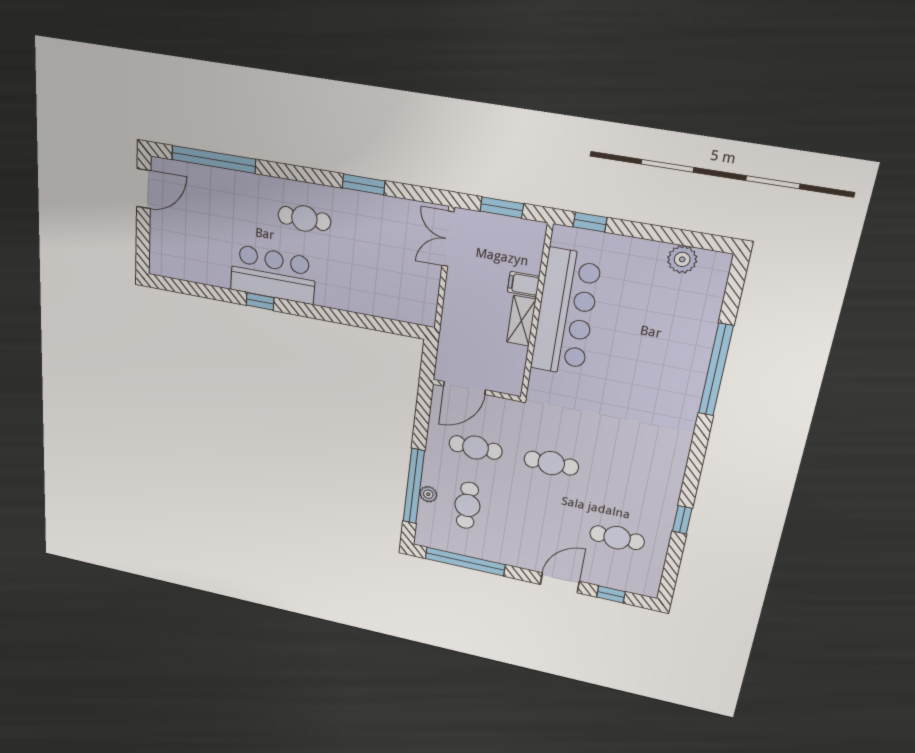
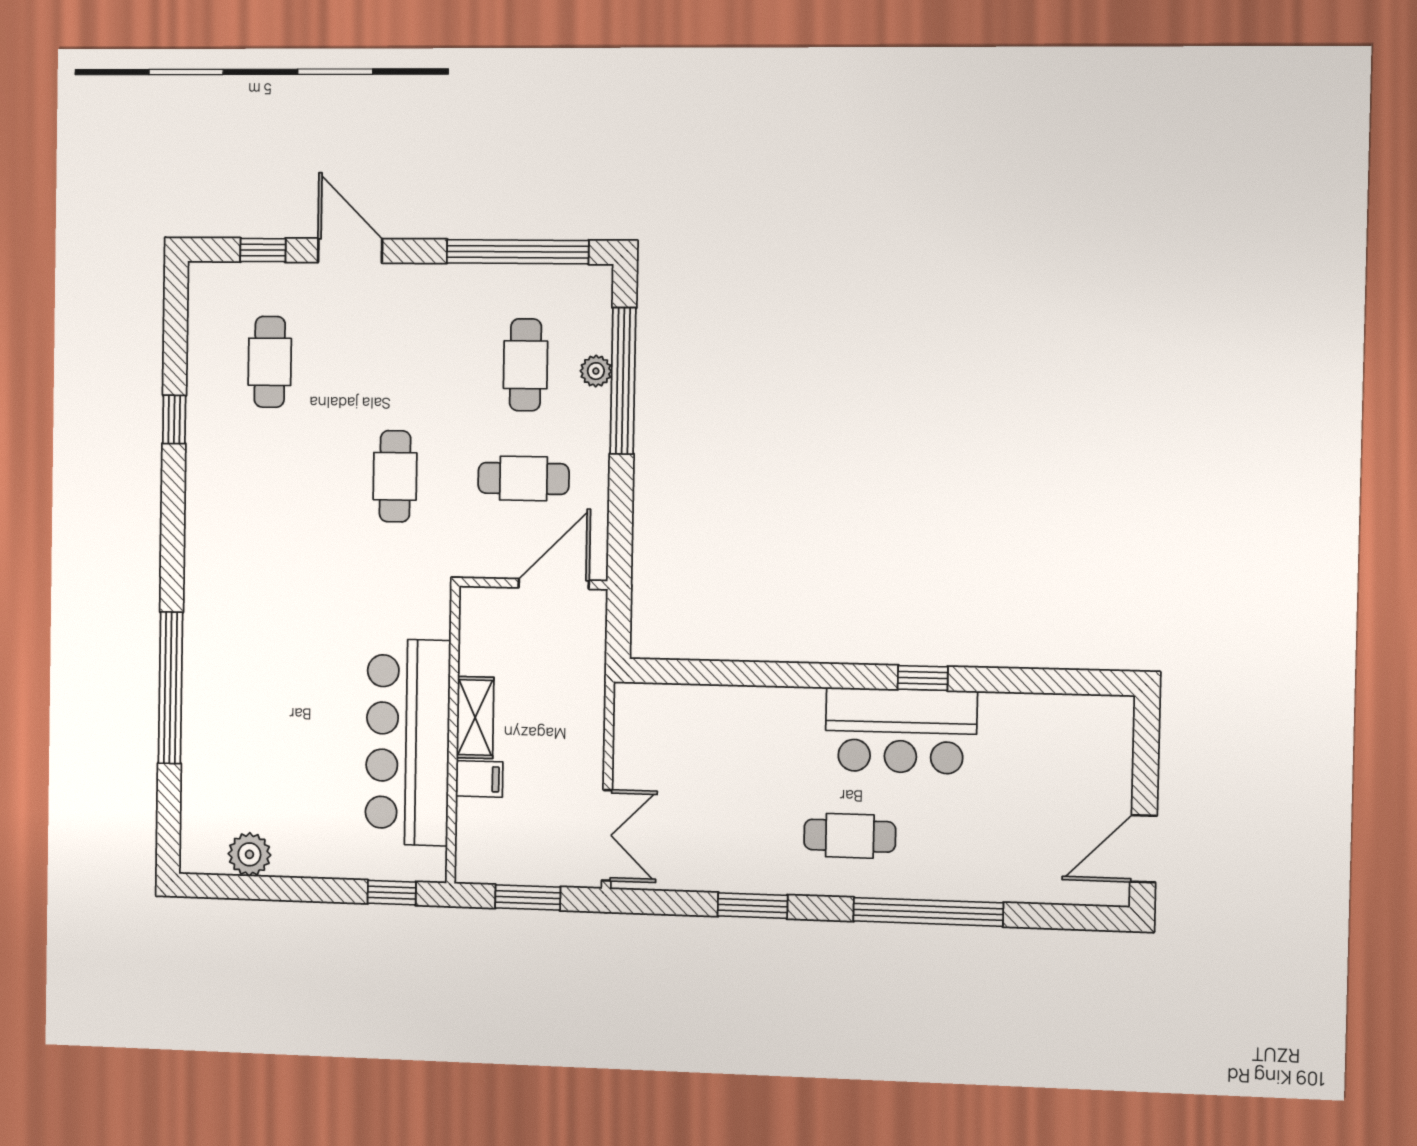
window: (213, 159) -> (928, 912), moved
cafe table: (551, 463) -> (395, 476), turned 90
cafe table: (617, 538) -> (270, 362), turned 90
door: (560, 583) -> (350, 251), swing flipped

